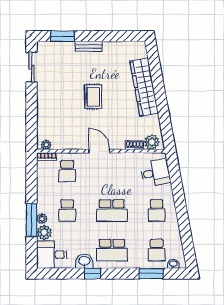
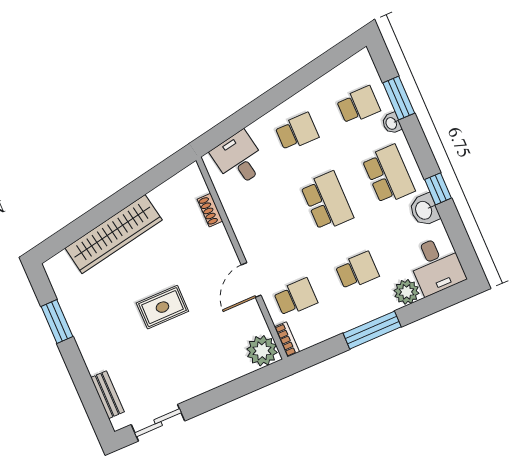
window: (62, 36) -> (57, 322), moved
bench: (88, 46) -> (107, 395), moved
plant: (152, 142) -> (193, 185), removed
plant: (46, 145) -> (262, 351), width x1.88, depth x1.88
door: (99, 151) -> (251, 280), moved
plant: (42, 219) -> (387, 305), removed
window: (32, 220) -> (372, 330), moved
washbasin: (173, 264) -> (392, 123), moved

